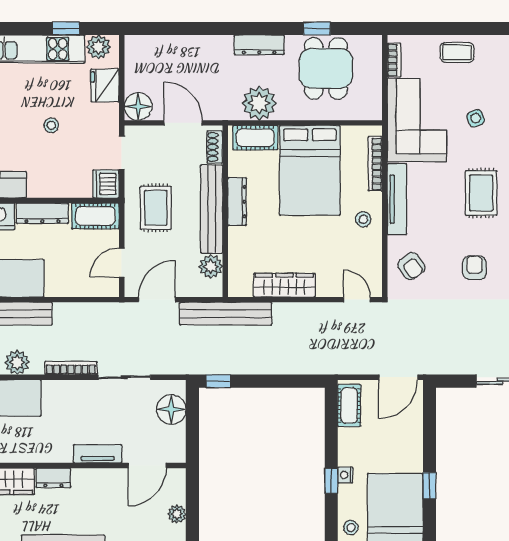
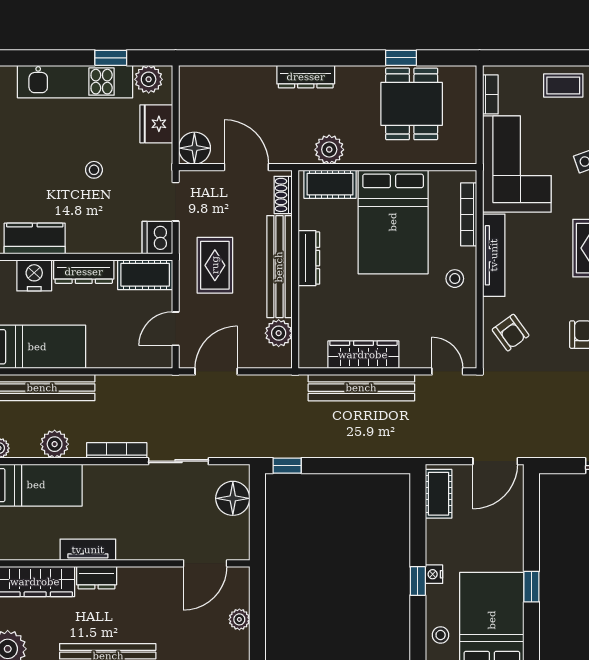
dresser: (259, 45) -> (306, 77), moved
plant: (259, 103) -> (329, 150), width x0.73, depth x0.73
bench: (226, 314) -> (361, 388), moved
tv unit: (98, 454) -> (88, 550), moved

